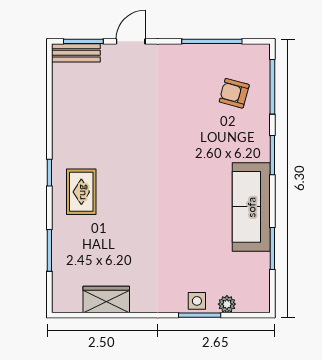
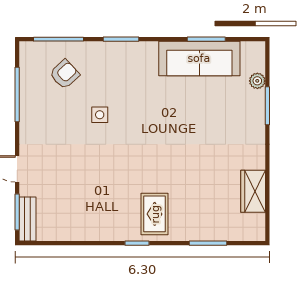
armchair: (234, 93) -> (64, 74), turned -148
rug: (81, 192) -> (155, 214), turned 90
sofa: (251, 207) -> (199, 58), moved
side table: (197, 301) -> (100, 115), moved

